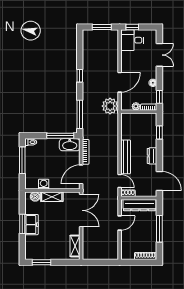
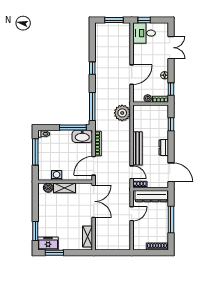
plant: (110, 106) -> (122, 113), moved
window: (22, 224) -> (35, 231), moved
freezer: (31, 225) -> (48, 243), moved, turned -90

